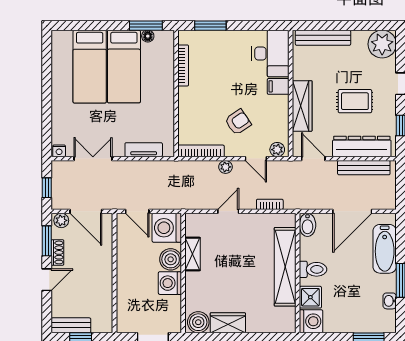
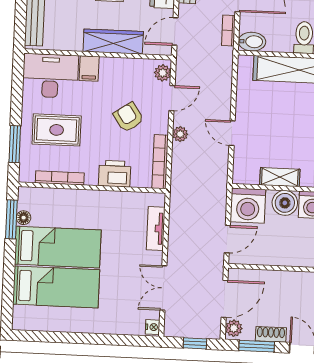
rug: (224, 61) -> (57, 130), added
printer: (189, 112) -> (115, 174), added
bookcase: (270, 204) -> (228, 30), moved

